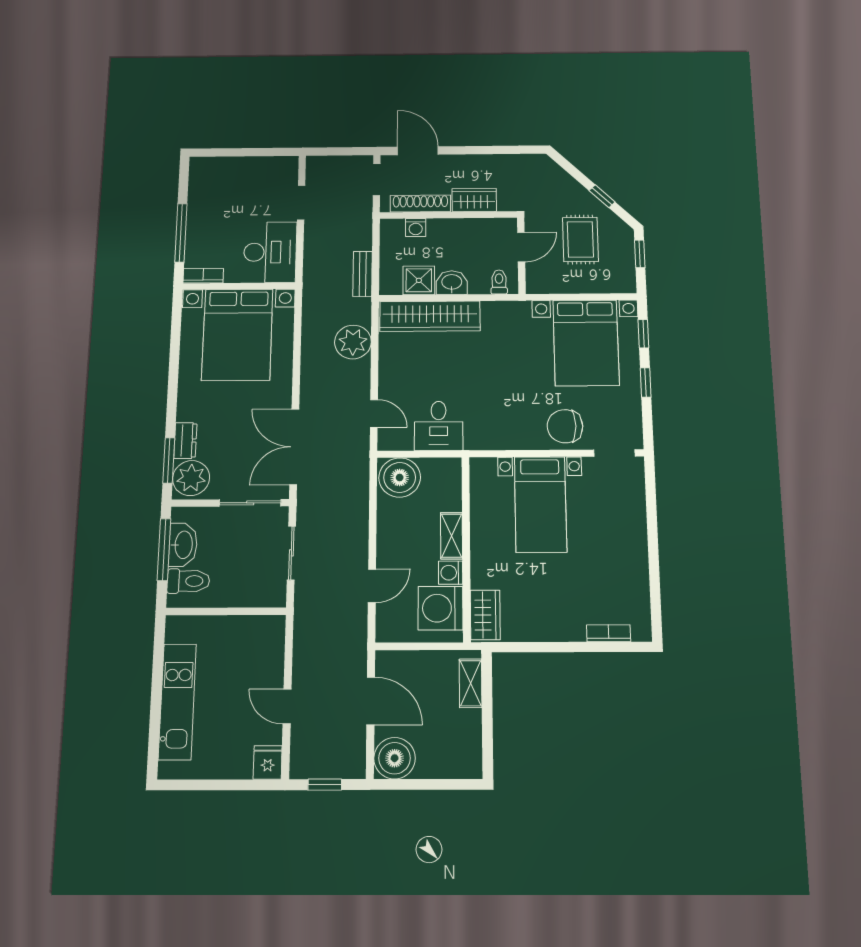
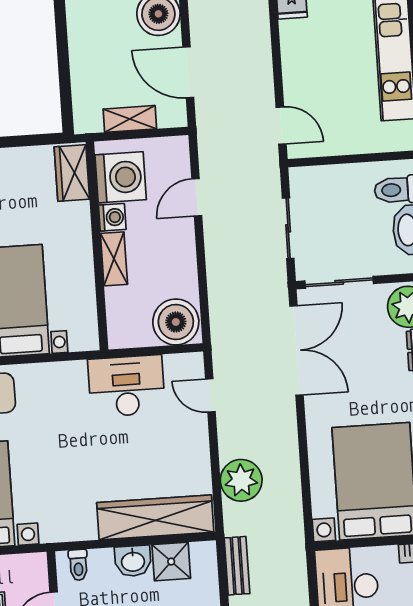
desk: (439, 426) -> (126, 386), width x1.37
shelving: (471, 683) -> (130, 119), moved, turned 90
door: (287, 706) -> (281, 126), moved

